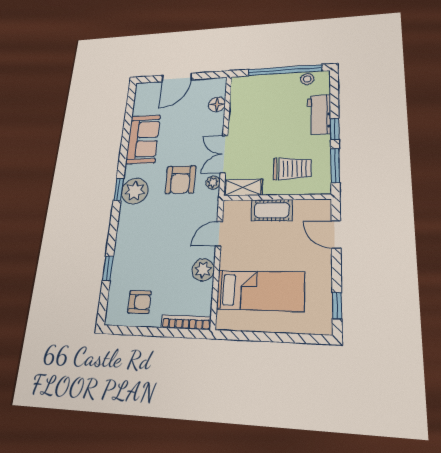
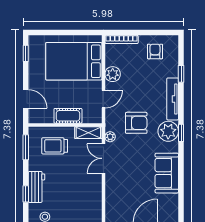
floor lamp: (217, 104) -> (111, 200), removed
window: (335, 129) -> (26, 194), moved
double door: (224, 154) -> (103, 158), swing flipped
armchair: (180, 180) -> (136, 123), moved, turned 90
tv unit: (124, 234) -> (173, 99), added
bed: (260, 291) -> (74, 61), width x1.50
armchair: (139, 302) -> (155, 51), turned 90

